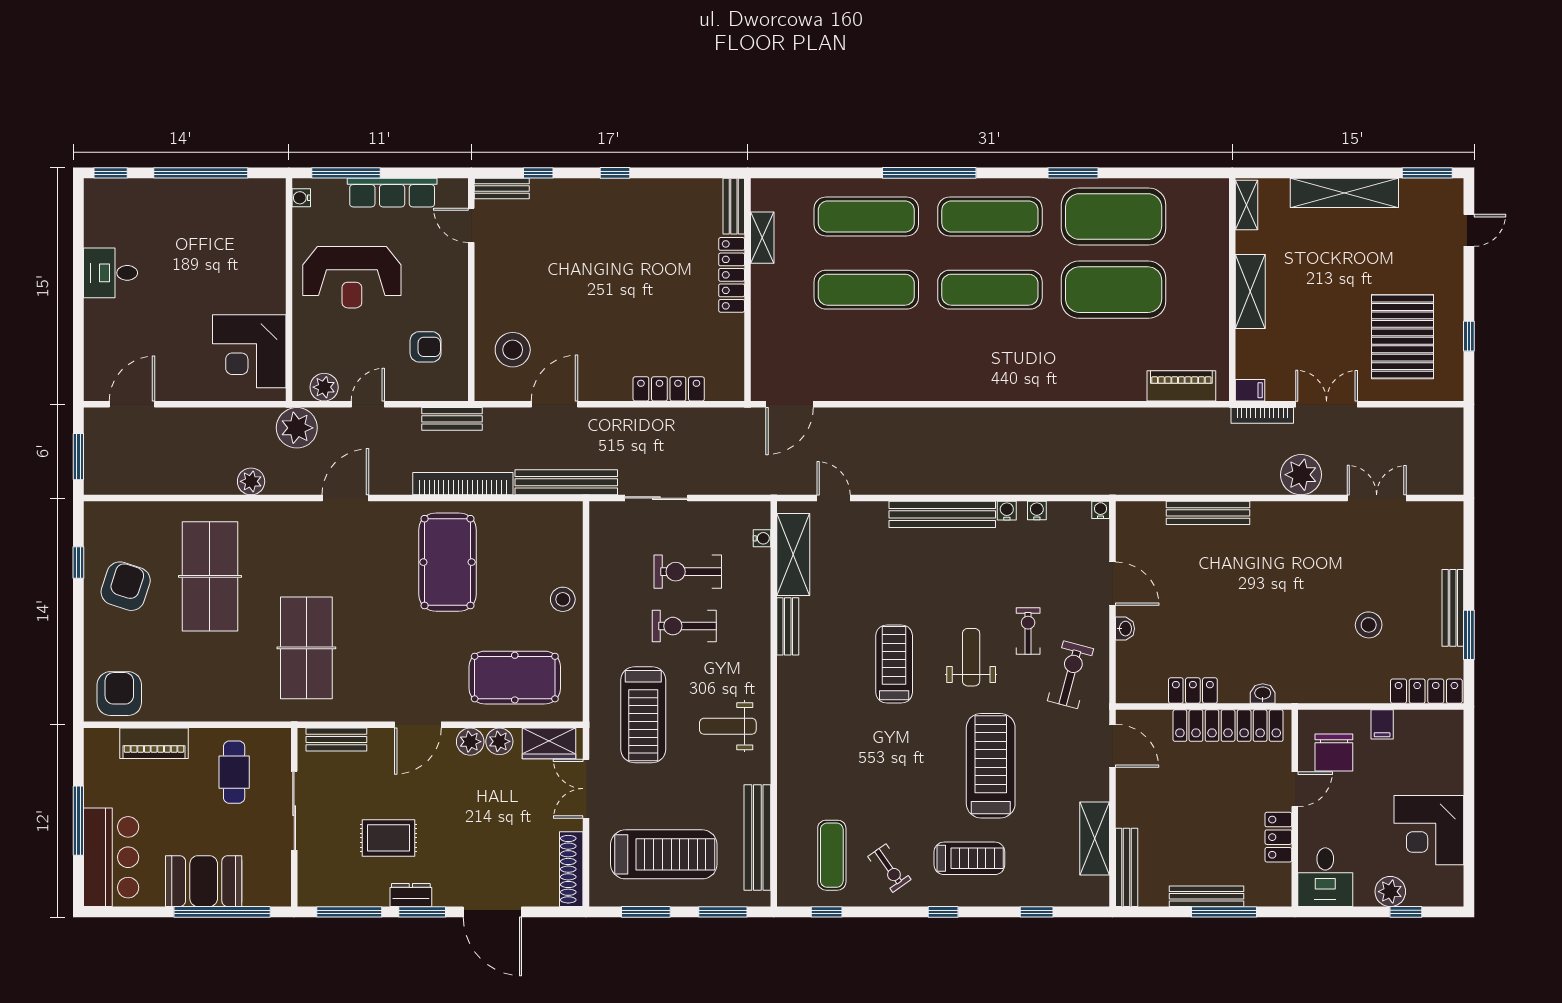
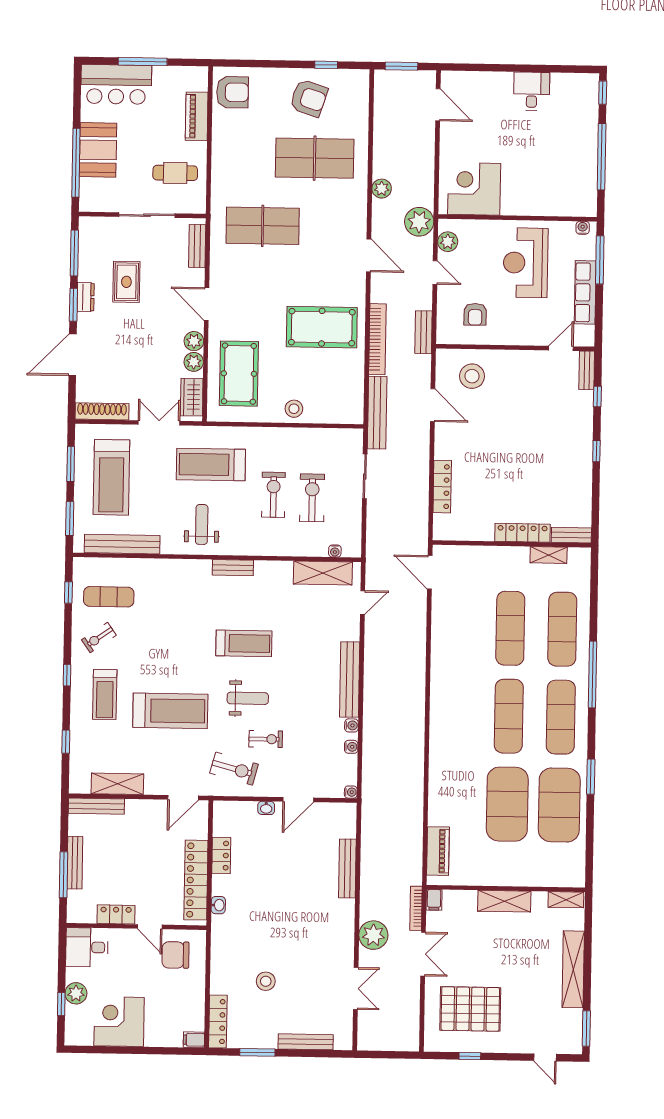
bench: (1453, 608) -> (306, 1042), moved
bench: (788, 626) -> (233, 568), moved
filing cabinet: (1382, 724) -> (194, 1040), moved

